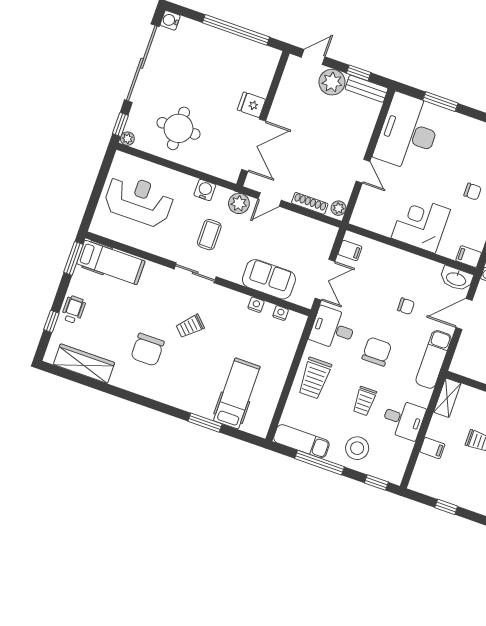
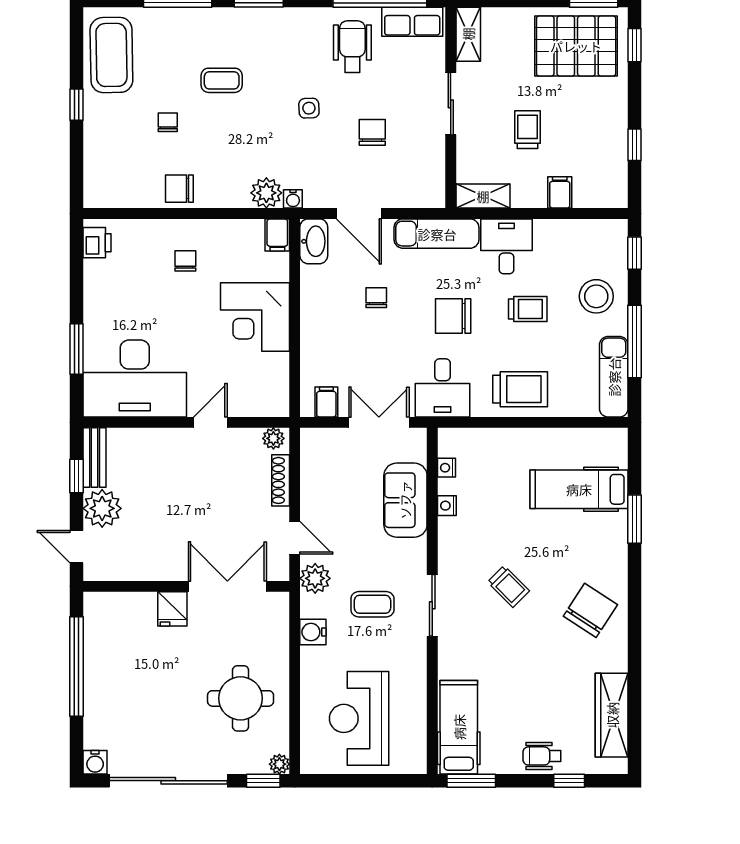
chair: (147, 350) -> (590, 610), moved, turned -57
desk: (403, 419) -> (506, 246), moved

